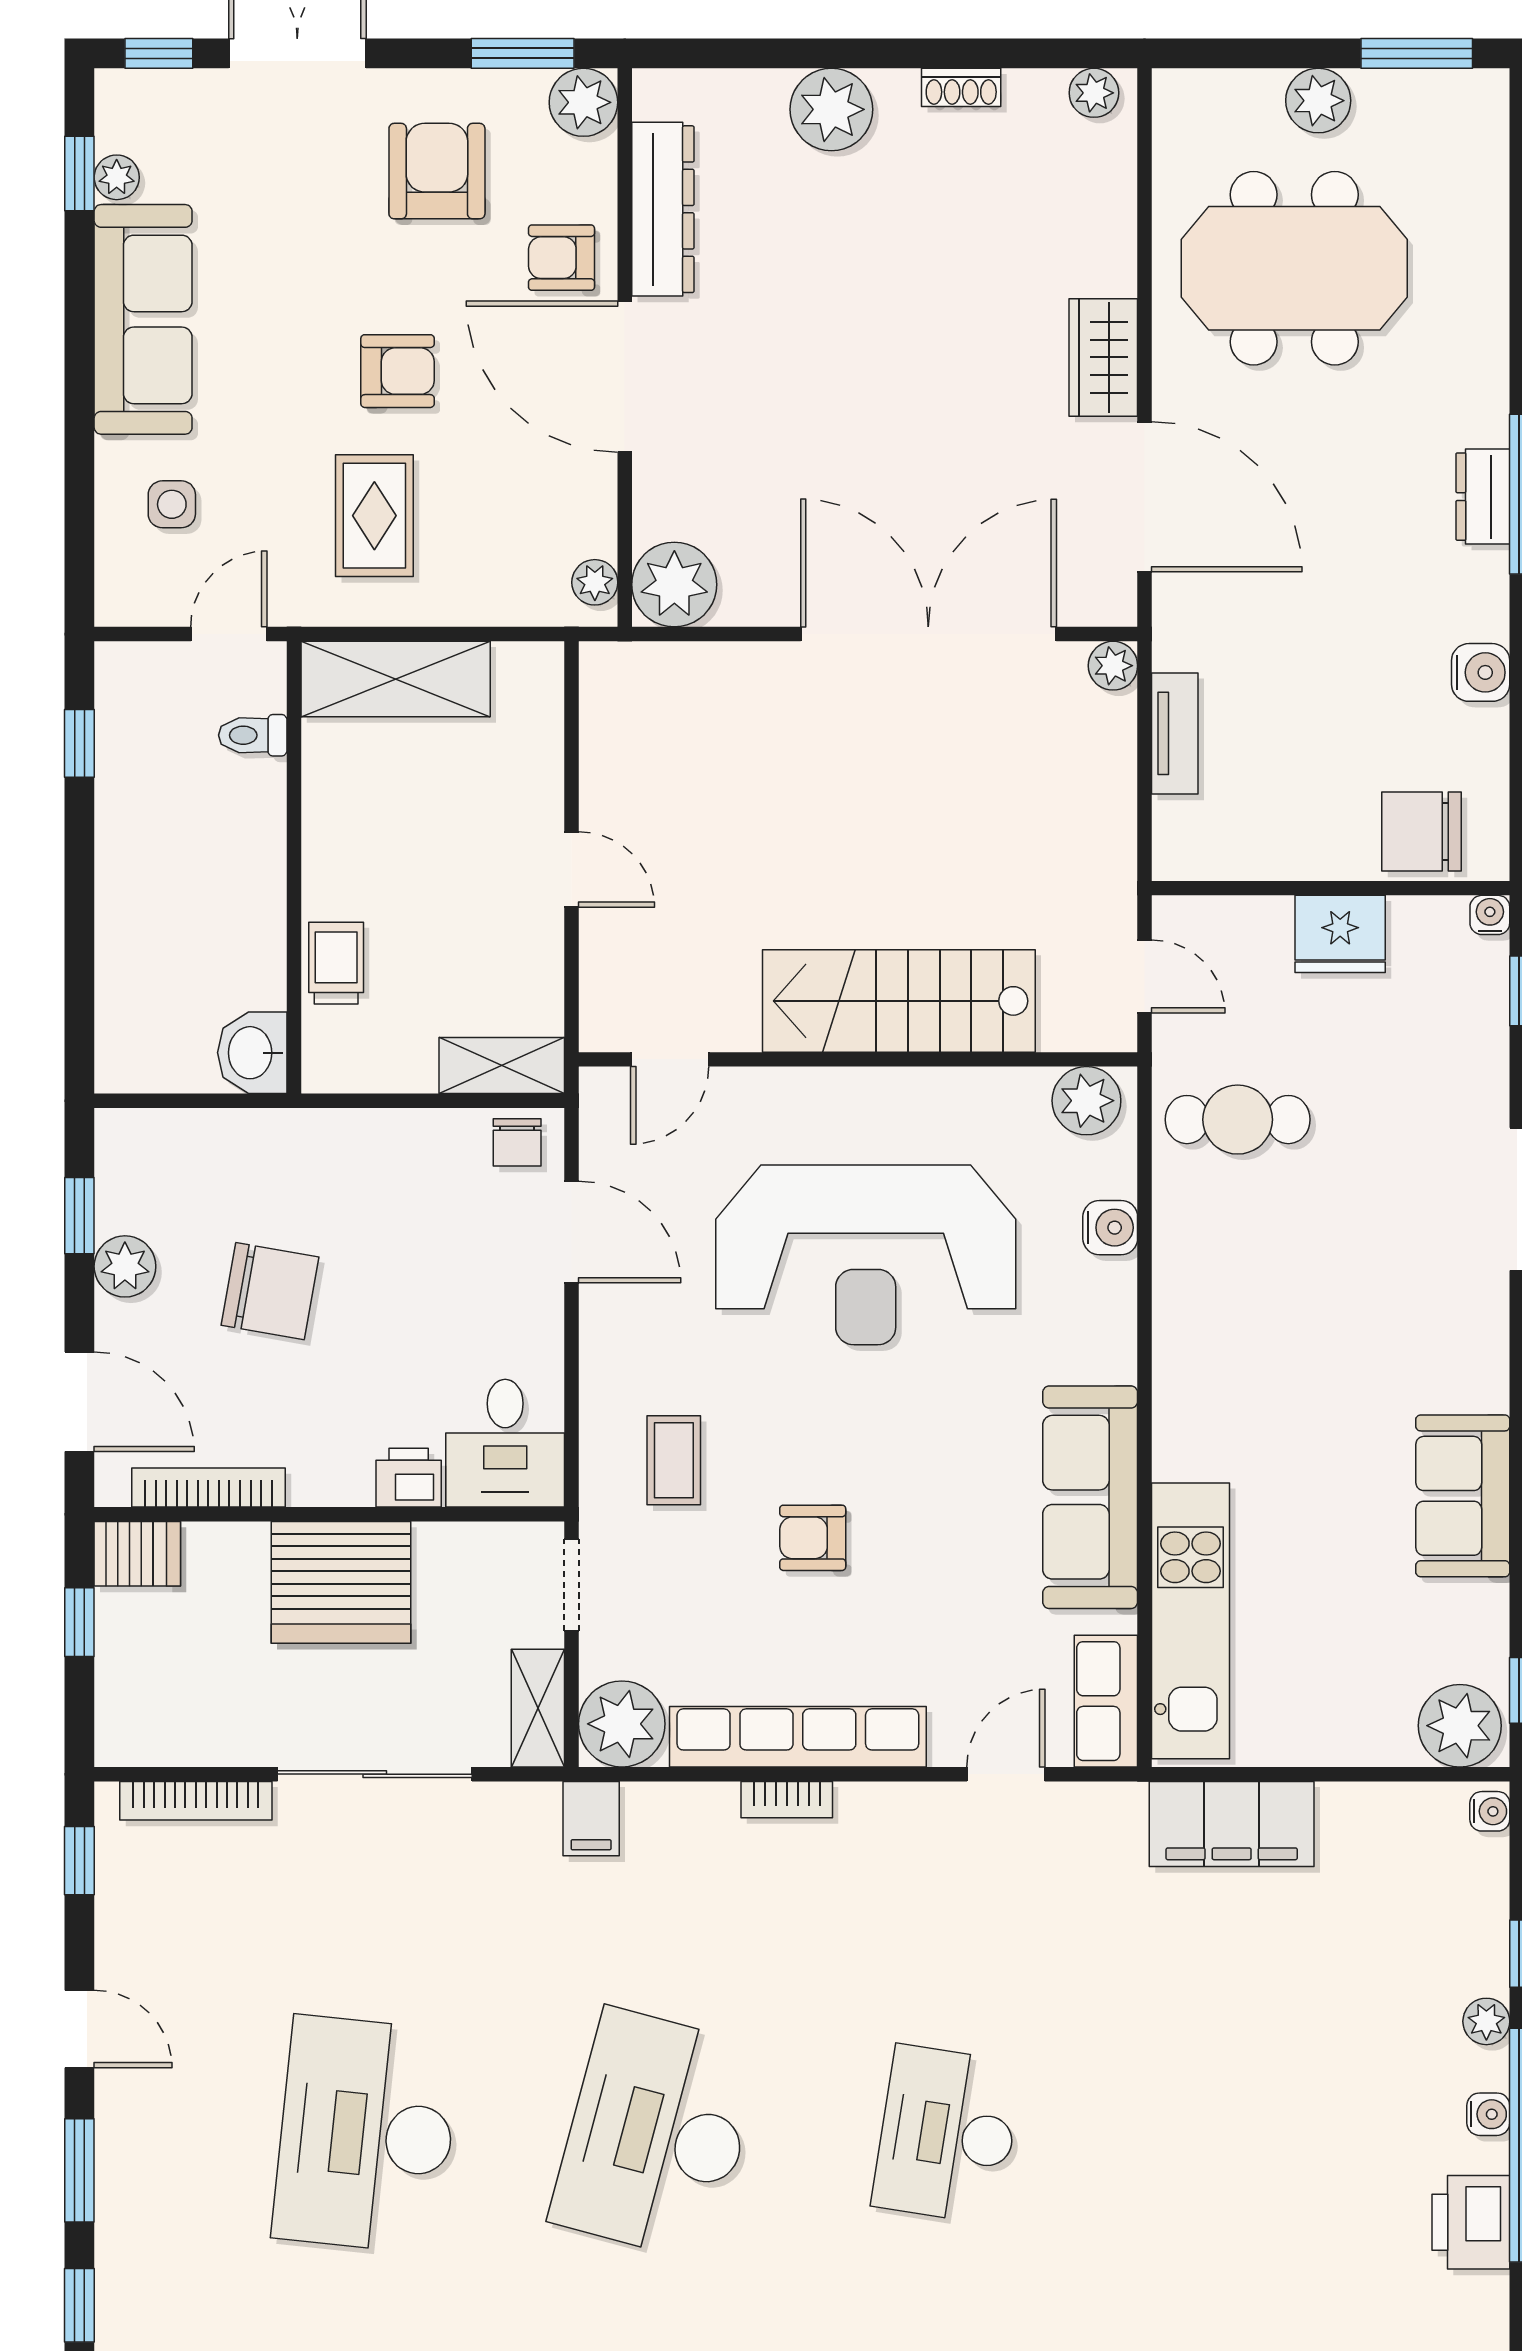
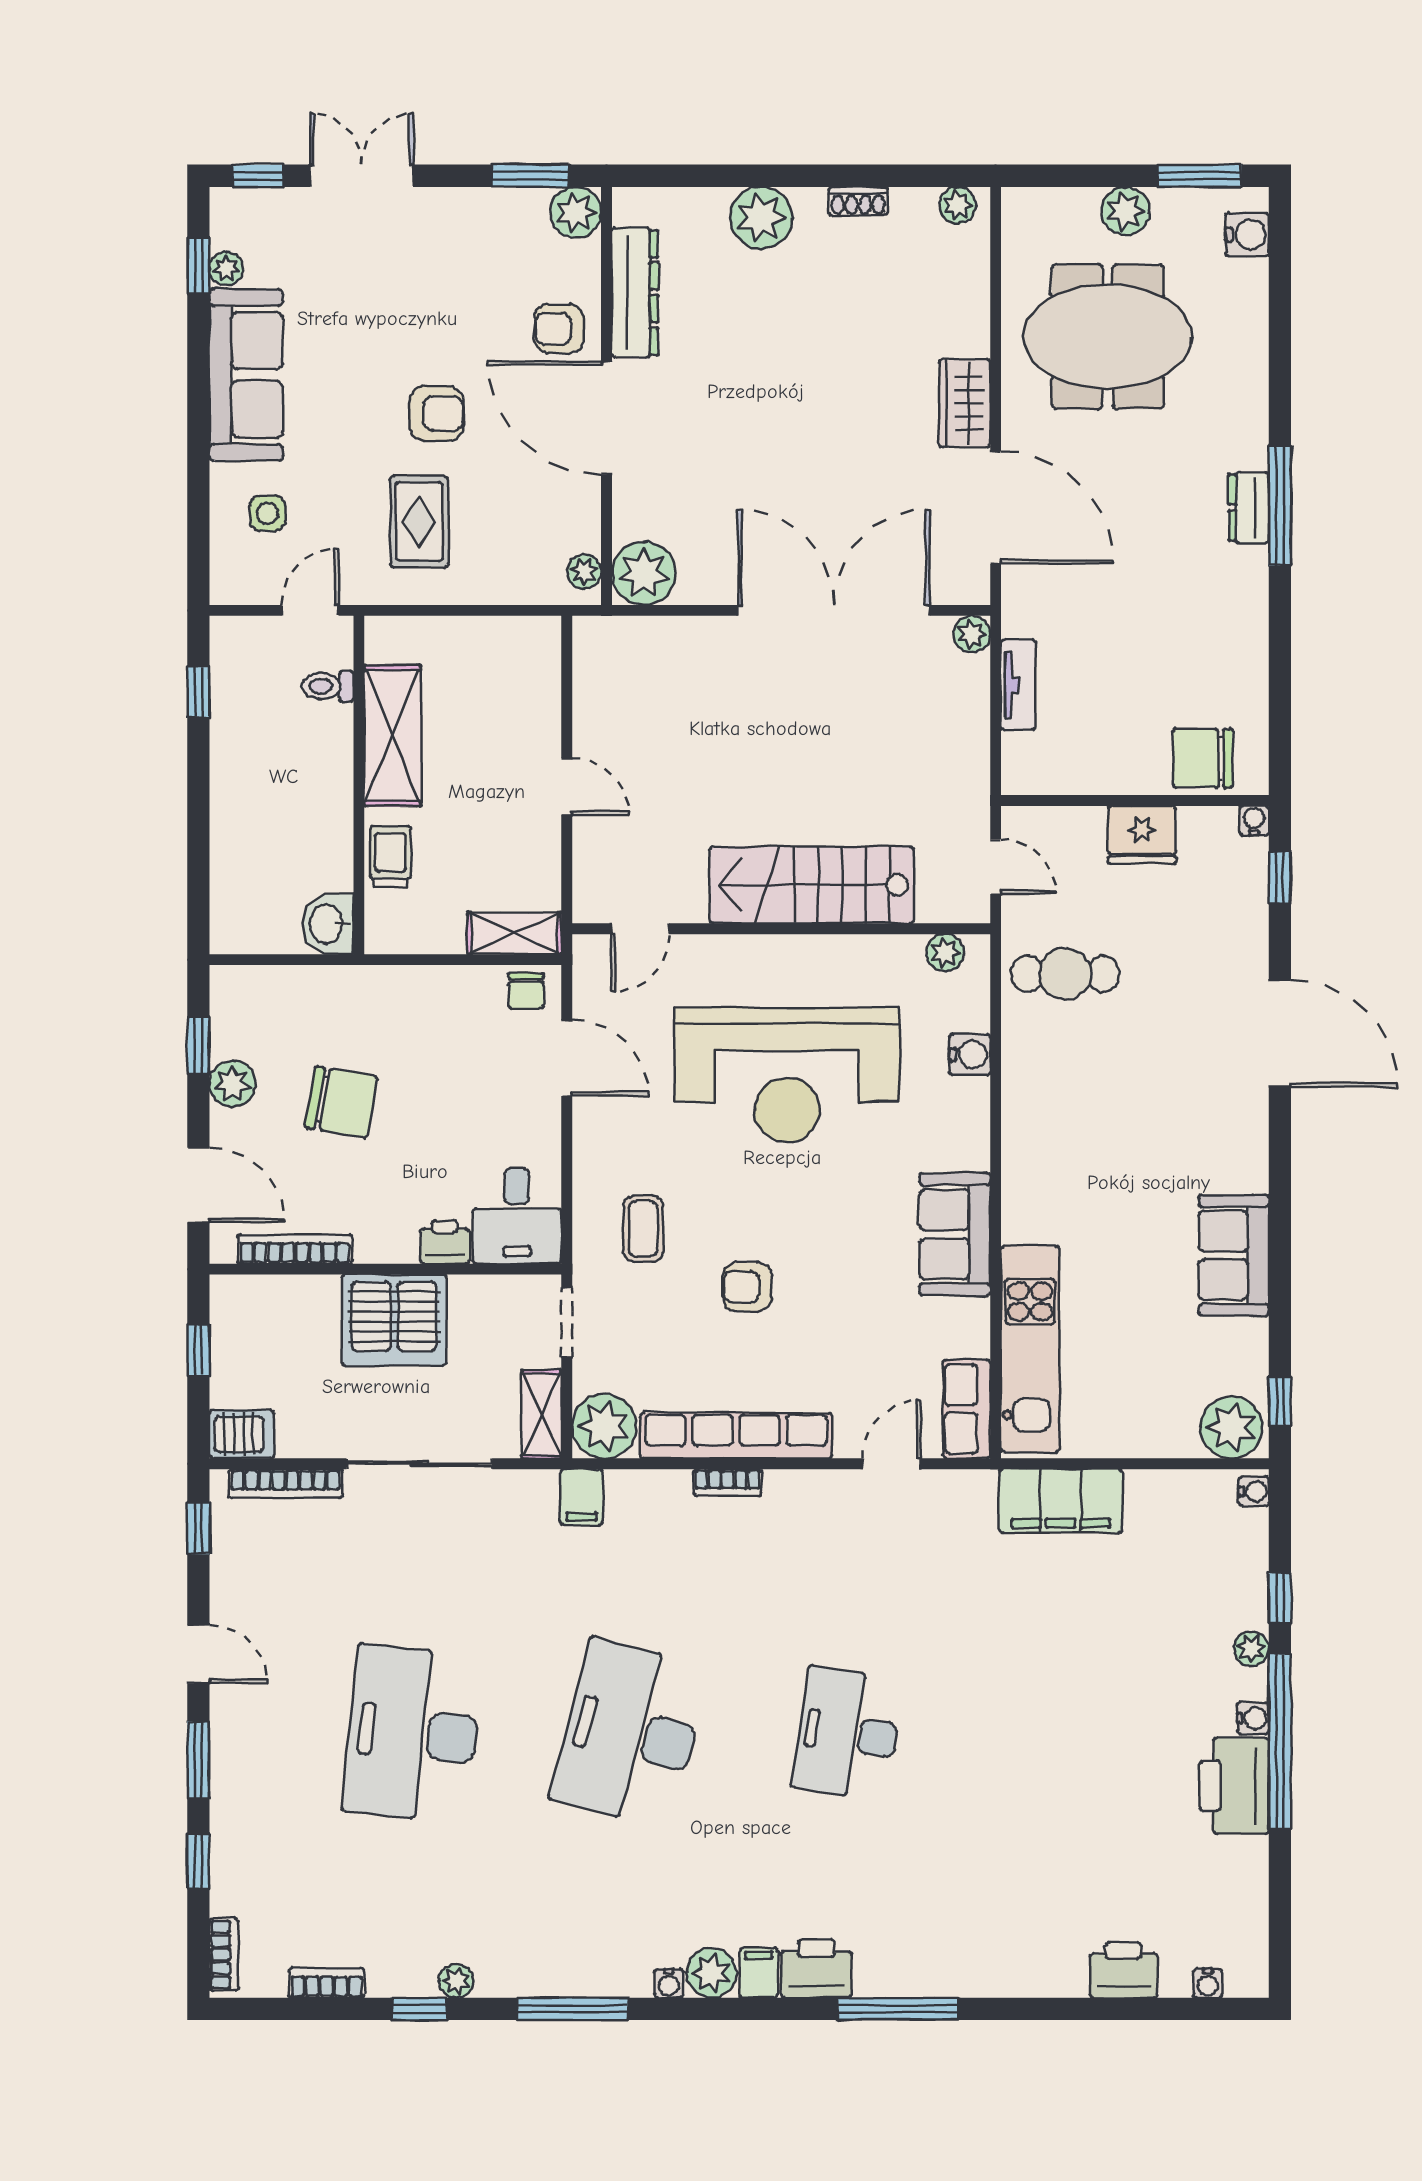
armchair: (437, 171) -> (466, 264), removed
water cooler: (1481, 672) -> (1247, 235), moved
shelving: (396, 679) -> (393, 736), moved, turned 90
plant: (1086, 1101) -> (945, 953), width x0.73, depth x0.73
sofa: (1090, 1497) -> (955, 1234), width x0.73
server rack: (137, 1554) -> (242, 1434), moved
printer: (1471, 2222) -> (1234, 1786), width x1.37, depth x1.19

